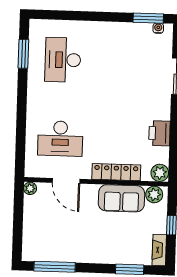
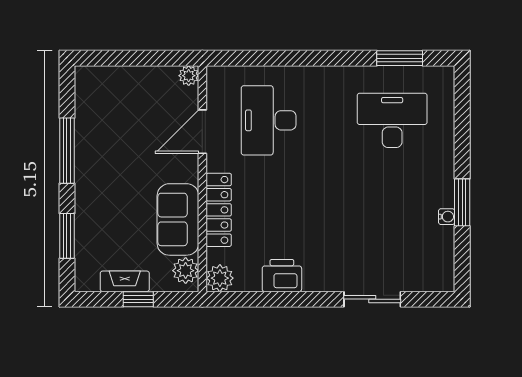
window: (148, 18) -> (462, 202), moved
water cooler: (158, 28) -> (447, 217), moved
fireplace: (159, 250) -> (125, 281), moved
window: (55, 267) -> (67, 151), moved

